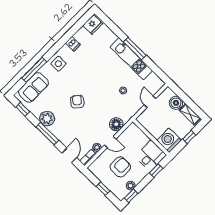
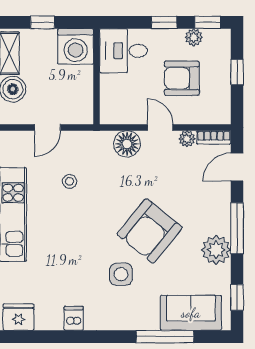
side table: (58, 64) -> (121, 274), moved
armchair: (77, 102) -> (150, 231), width x1.88, depth x1.88
window: (156, 171) -> (164, 22), moved

